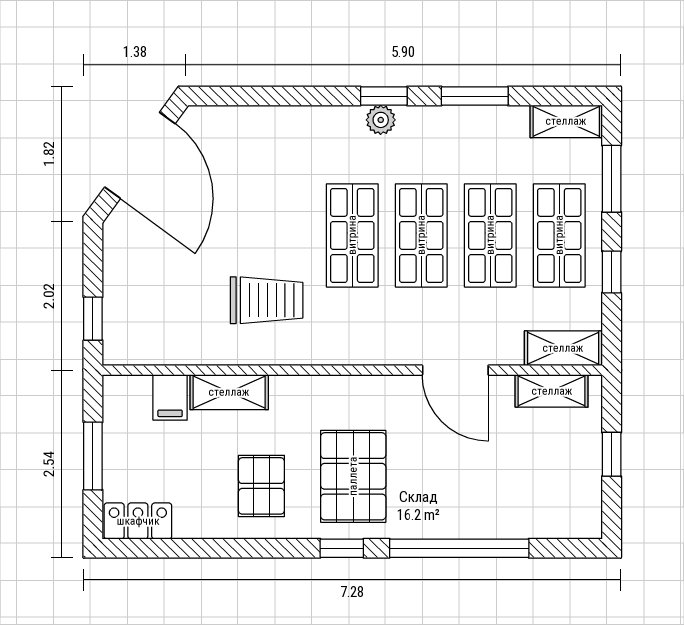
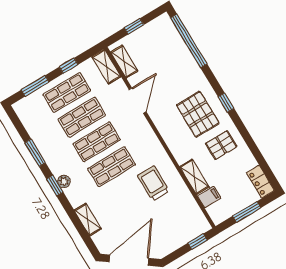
shelving: (566, 121) -> (88, 219), moved
pallet: (353, 476) -> (198, 114), turned 90
window: (459, 548) -> (189, 41), moved

